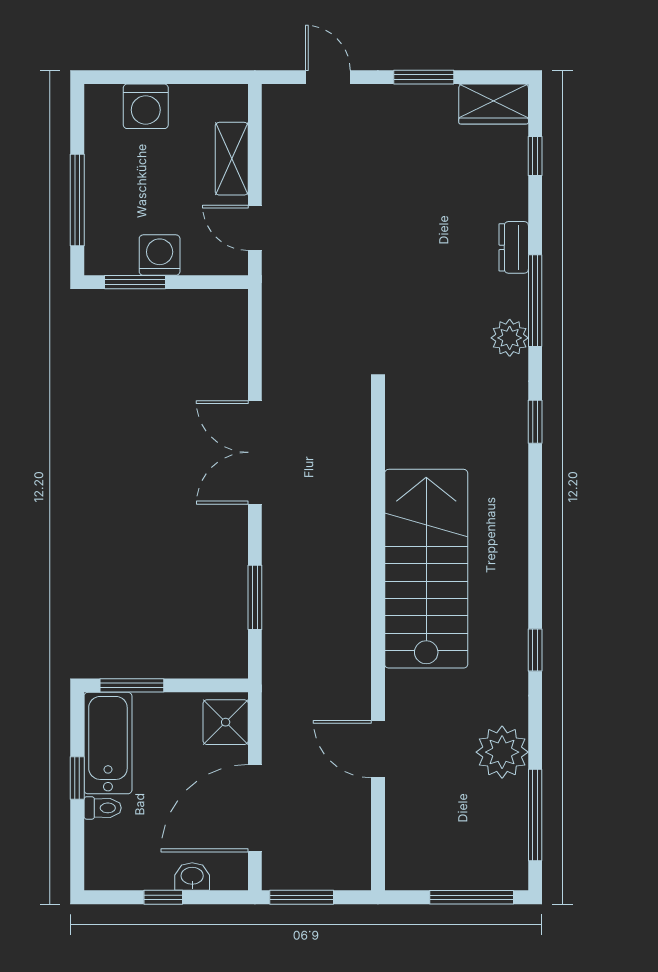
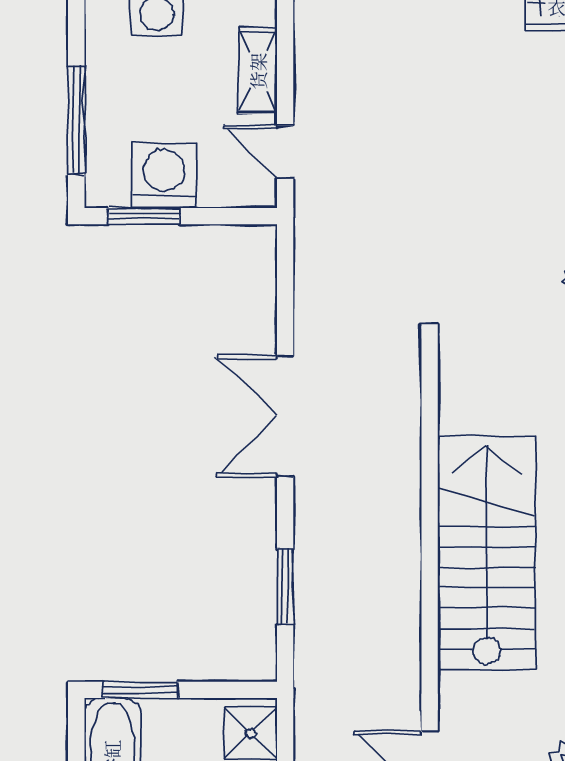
washing machine: (160, 255) -> (164, 175), width x1.37, depth x1.37

